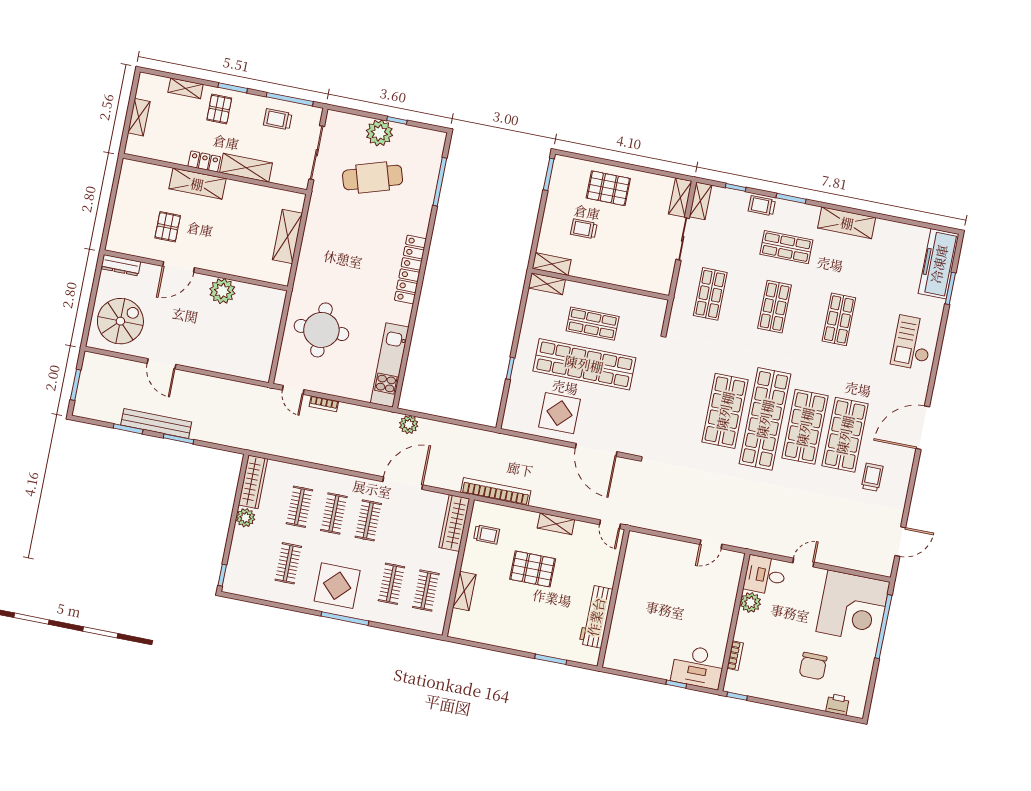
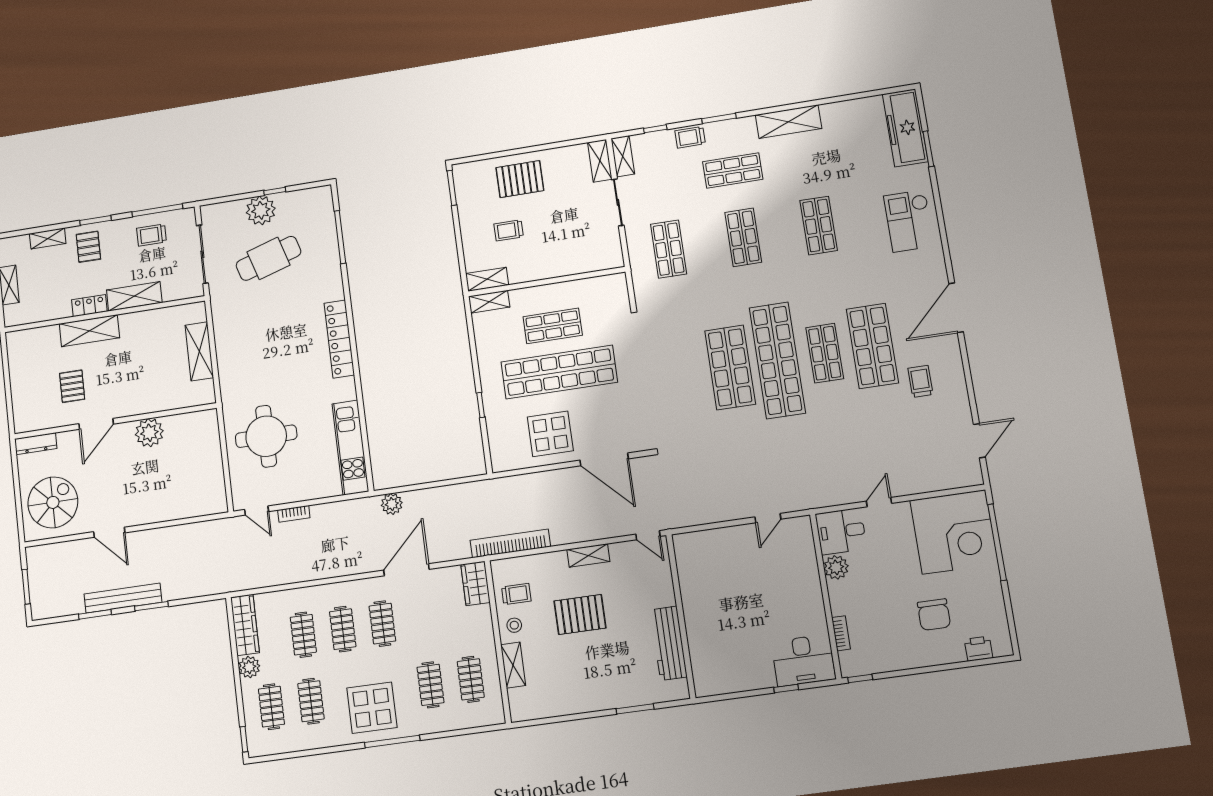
shop shelf: (805, 427) -> (825, 353), width x0.70, depth x0.74
wardrobe: (454, 523) -> (475, 583), width x0.67
clothes rail: (254, 556) -> (271, 707), added
stool: (476, 559) -> (514, 625), added

